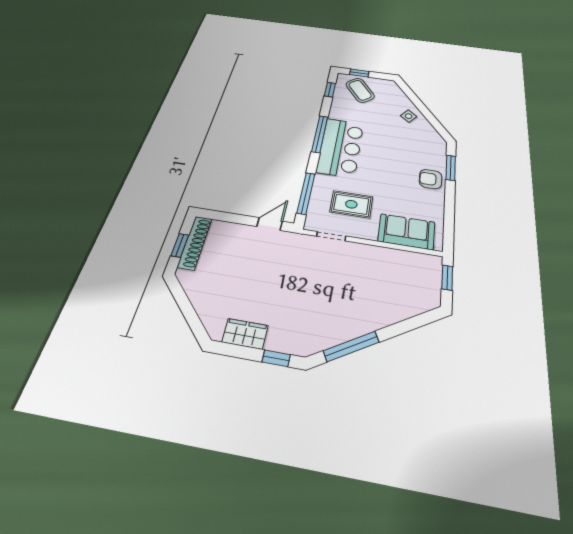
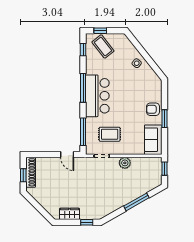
window: (451, 168) -> (164, 119), moved
door: (270, 224) -> (67, 154), swing flipped
sofa: (407, 232) -> (153, 140), moved, turned -90
plant: (372, 255) -> (125, 163), added
window: (351, 346) -> (136, 202), moved

